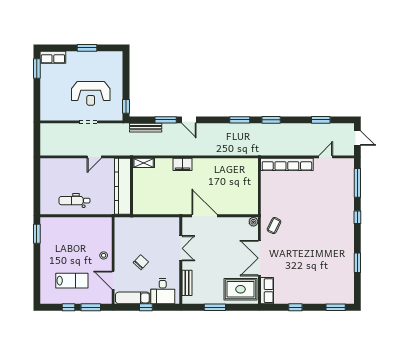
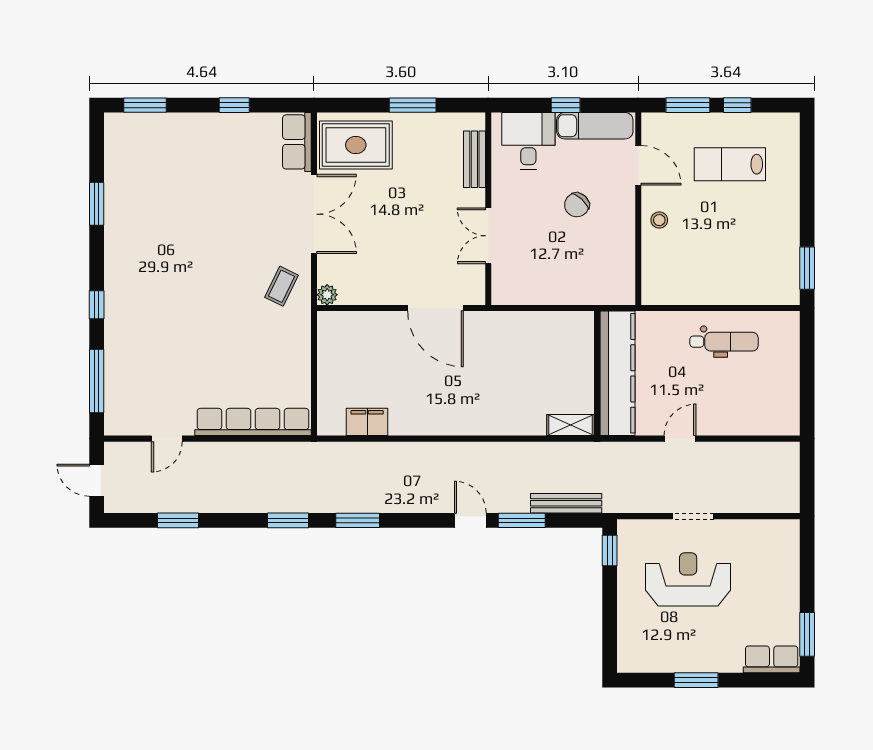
filing cabinet: (182, 164) -> (367, 422), moved

